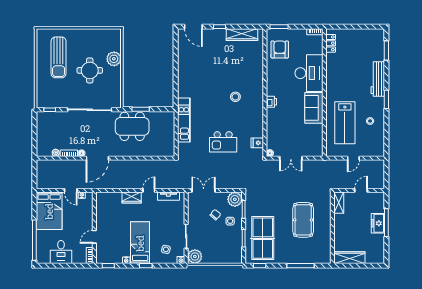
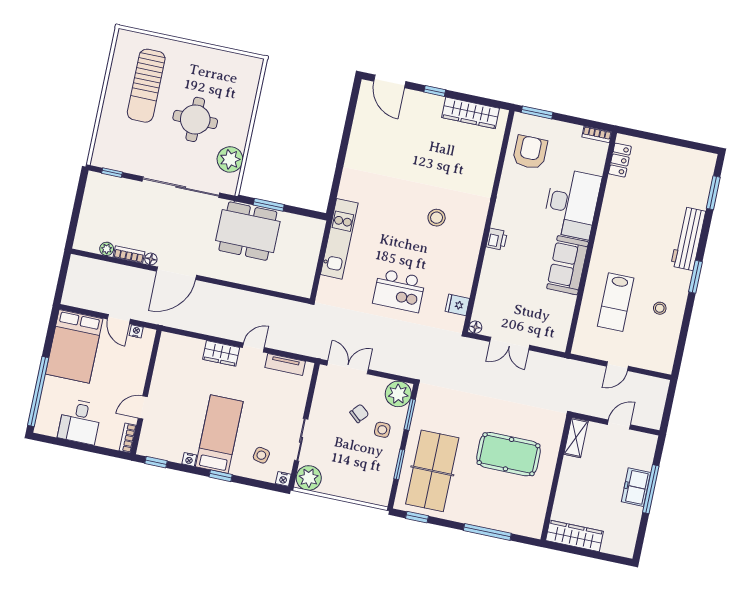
plant: (114, 59) -> (230, 159), moved
lab bench: (345, 123) -> (616, 302), width x0.73, depth x0.72
pool table: (303, 220) -> (508, 454), turned 90

